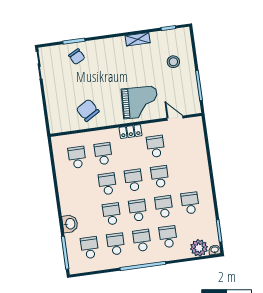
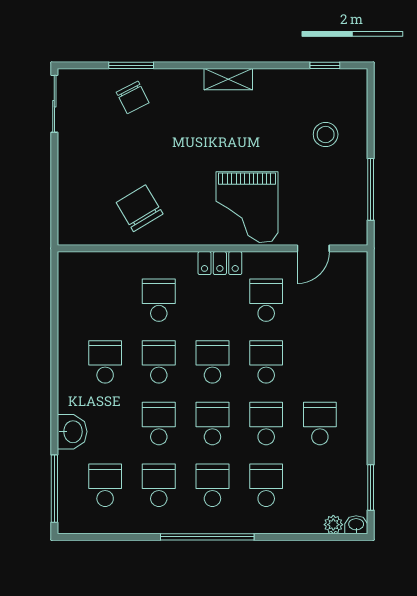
shelving: (138, 39) -> (228, 79), moved
grand piano: (140, 102) -> (247, 207), turned 87
door: (175, 118) -> (313, 248), swing flipped
school desk: (77, 157) -> (105, 362), moved
plant: (199, 248) -> (333, 525), width x0.53, depth x0.53

